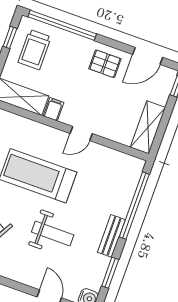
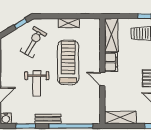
filing cabinet: (53, 109) -> (111, 62), width x2.00

